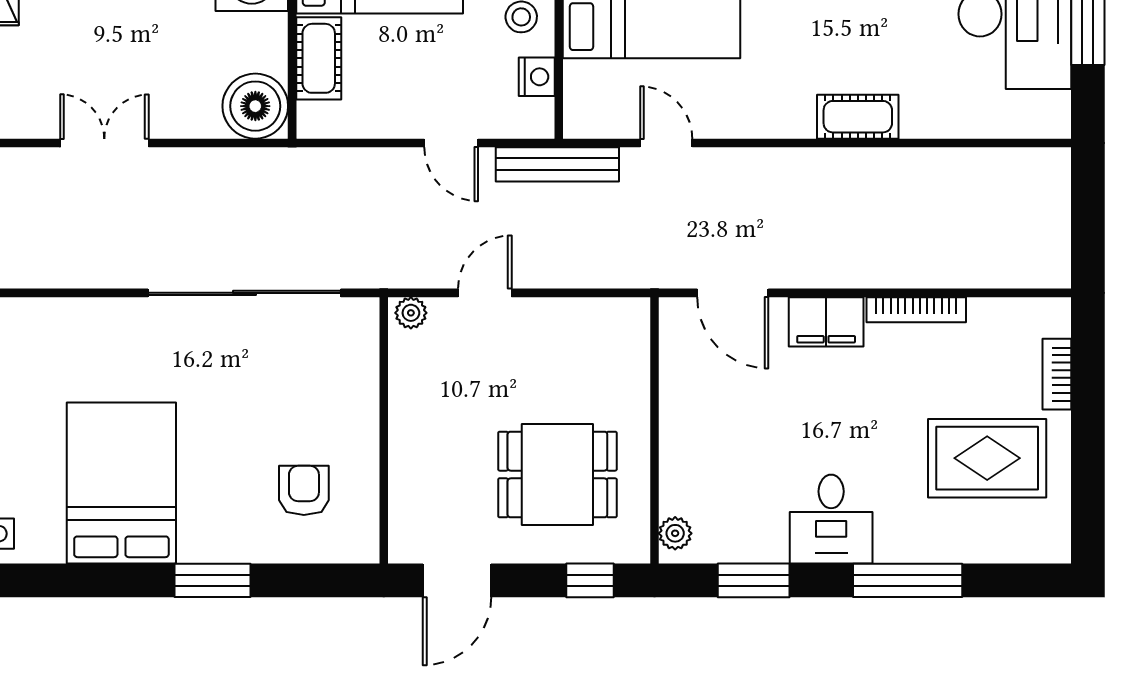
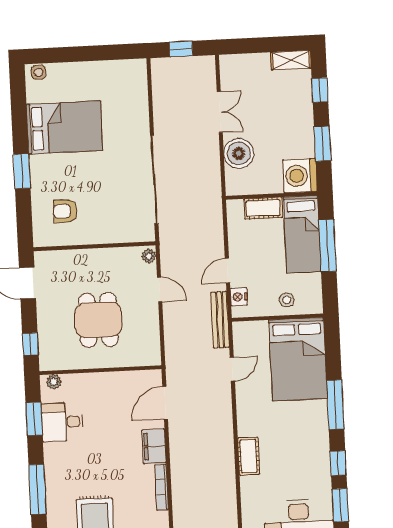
nightstand: (537, 77) -> (239, 297), moved, turned 90
boiler: (255, 106) -> (239, 153), moved
dining table: (557, 474) -> (98, 320), moved
armchair: (304, 490) -> (65, 211), turned 180
desk: (831, 519) -> (62, 422), moved

